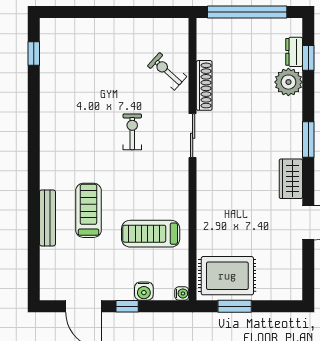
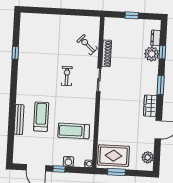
window: (247, 12) -> (132, 15), width x0.32
window: (34, 54) -> (15, 53), moved
window: (308, 58) -> (162, 52), moved
plant: (291, 276) -> (148, 157), added

